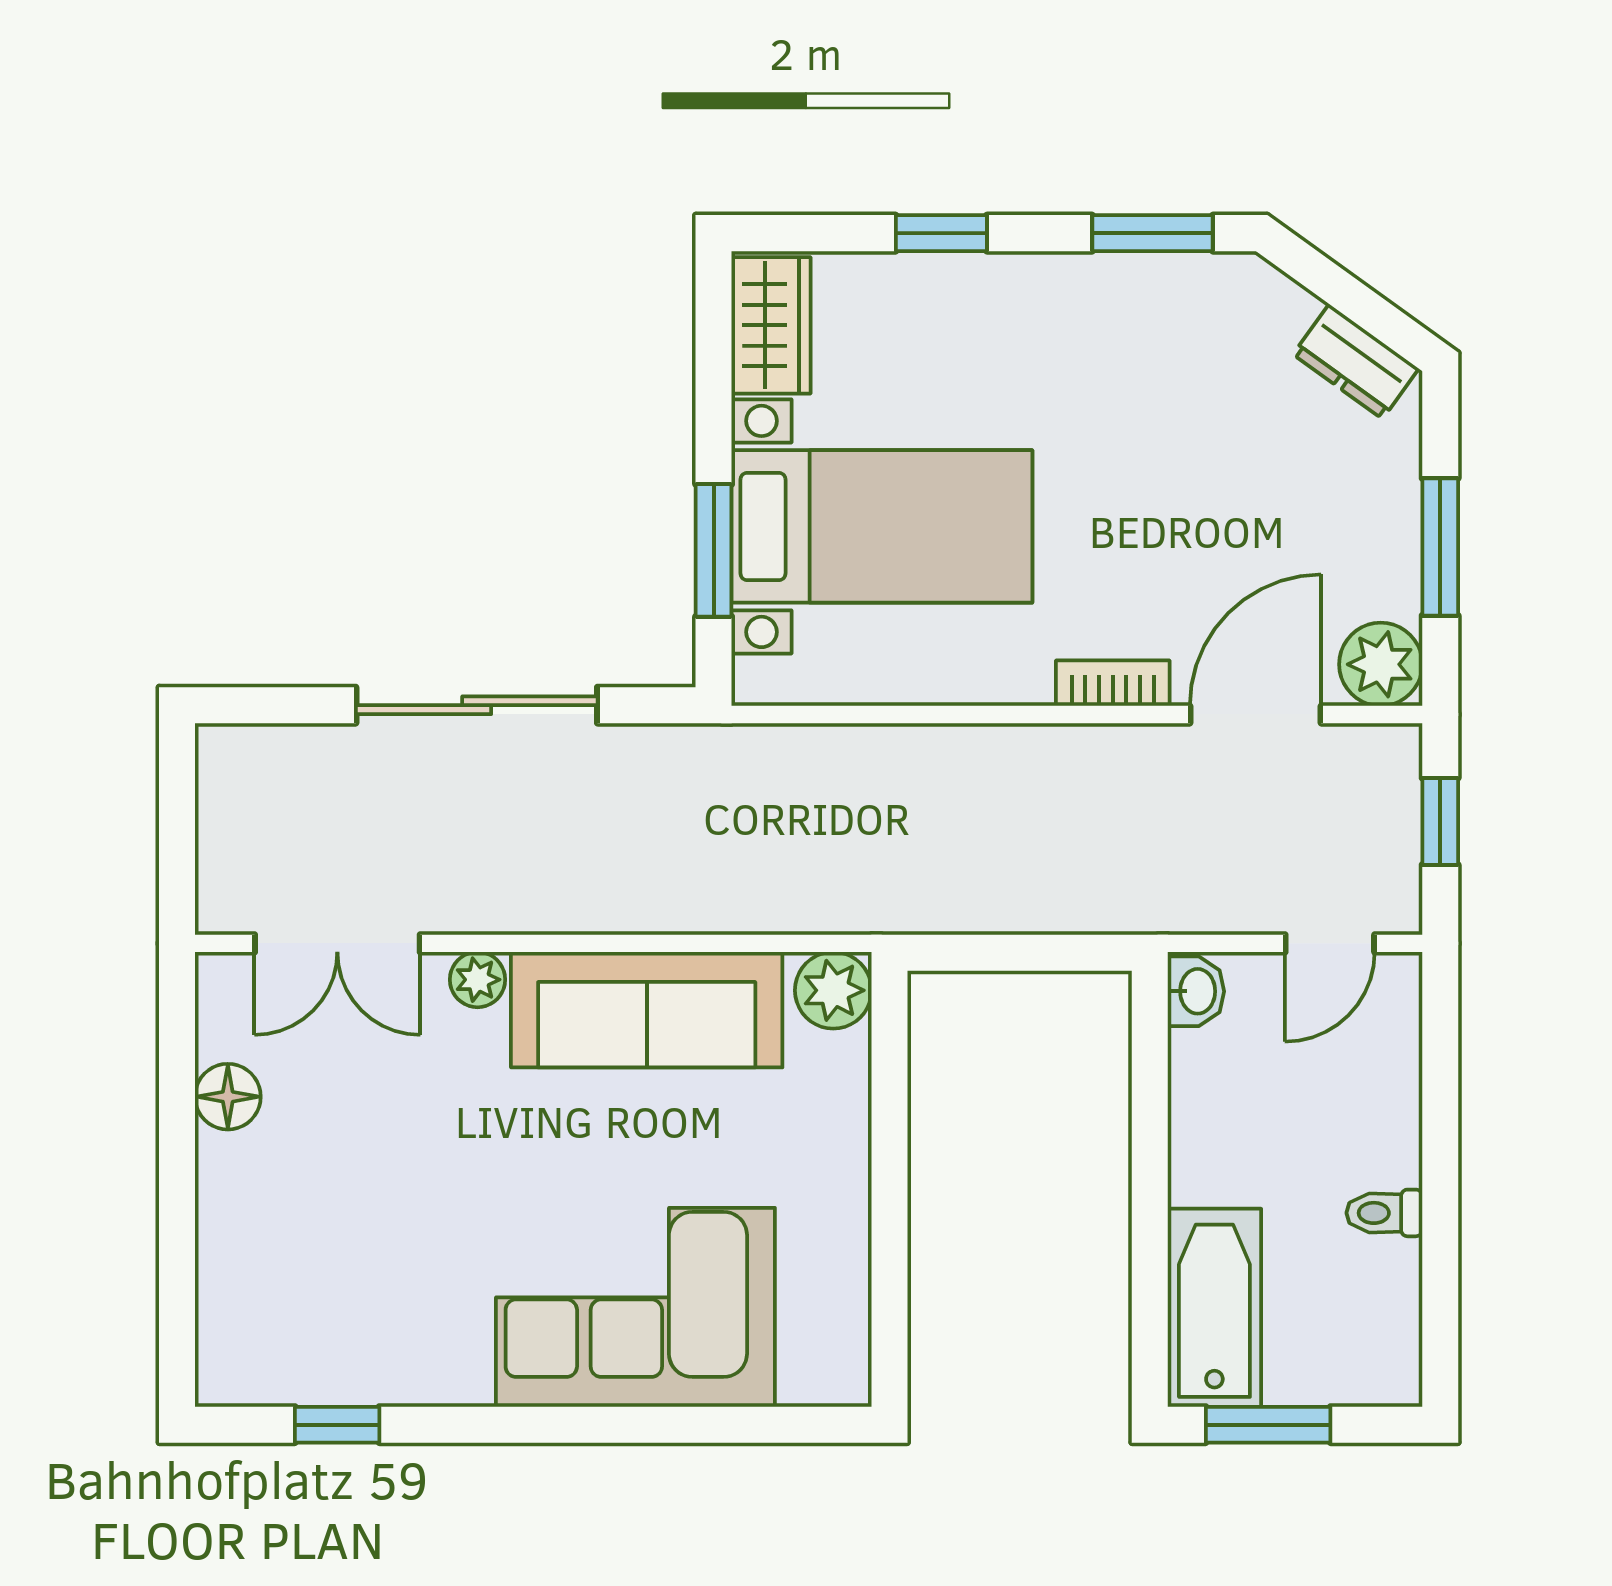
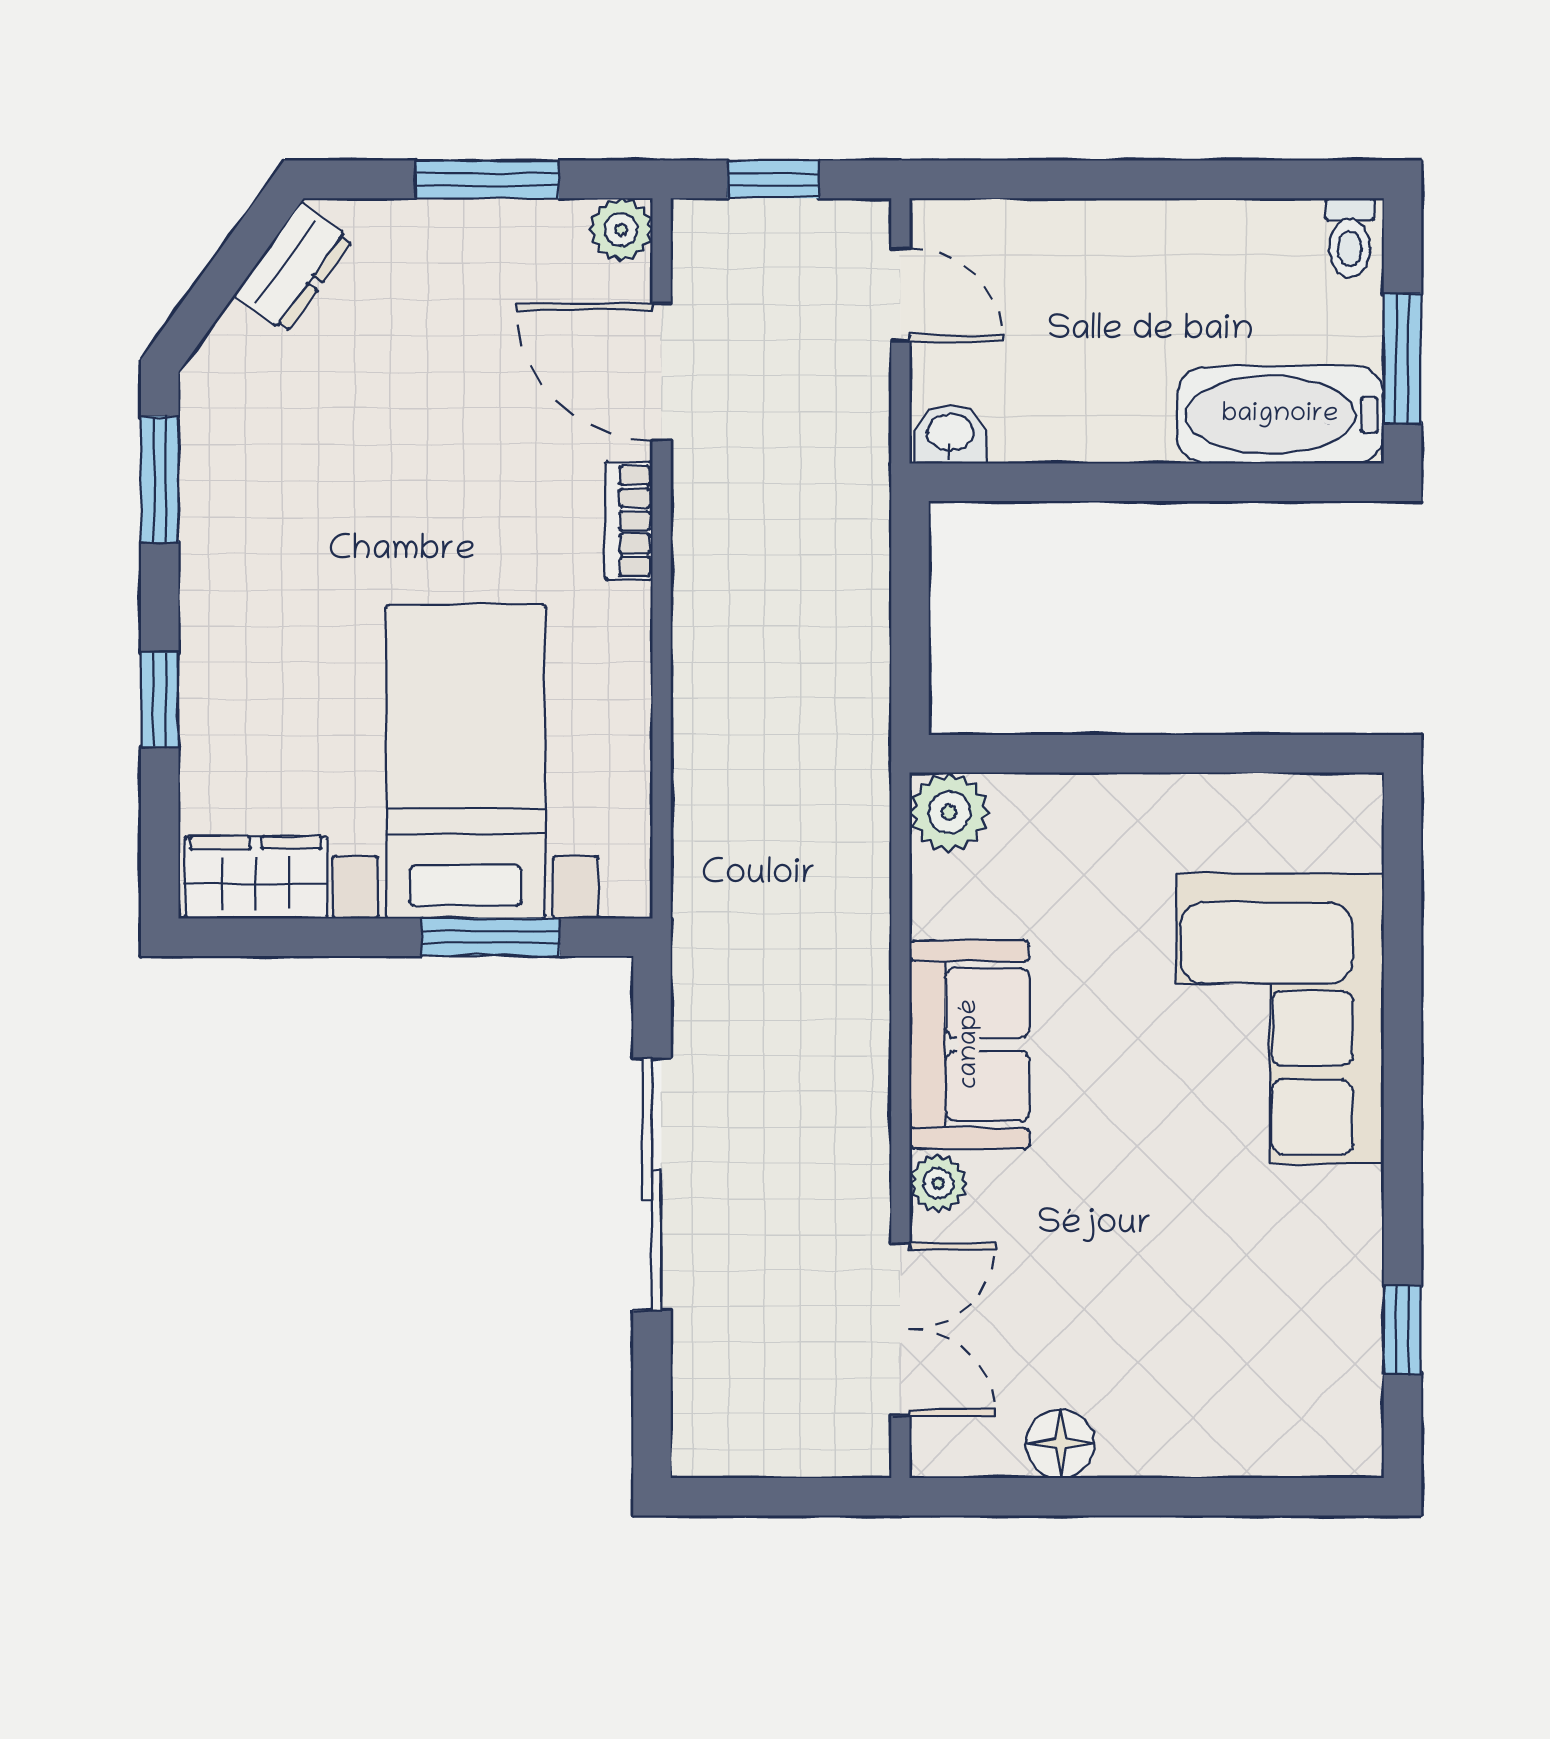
plant: (1381, 664) -> (621, 230), width x0.73, depth x0.73
sofa: (647, 1010) -> (970, 1044), width x0.73
toilet: (1384, 1213) -> (1350, 238), moved

